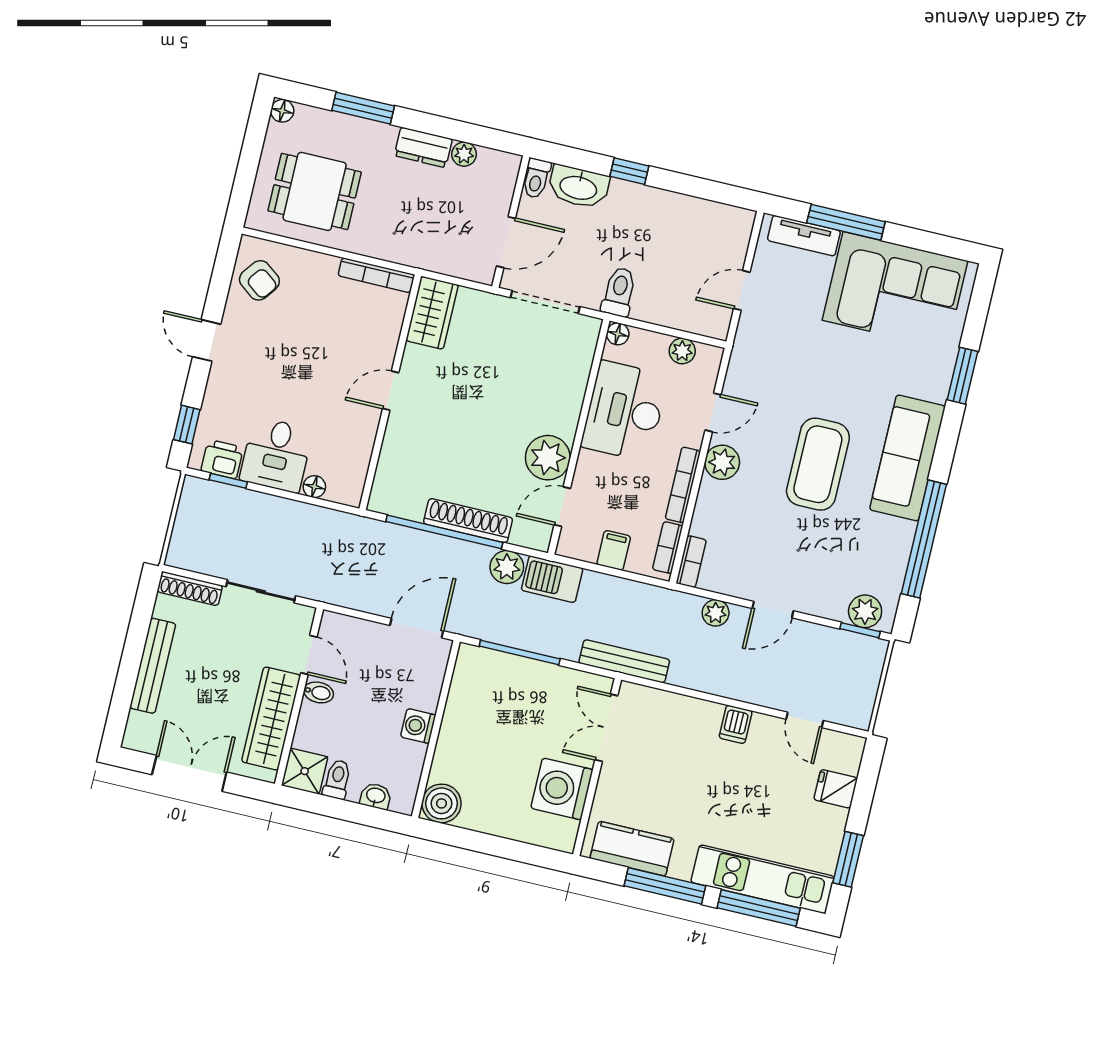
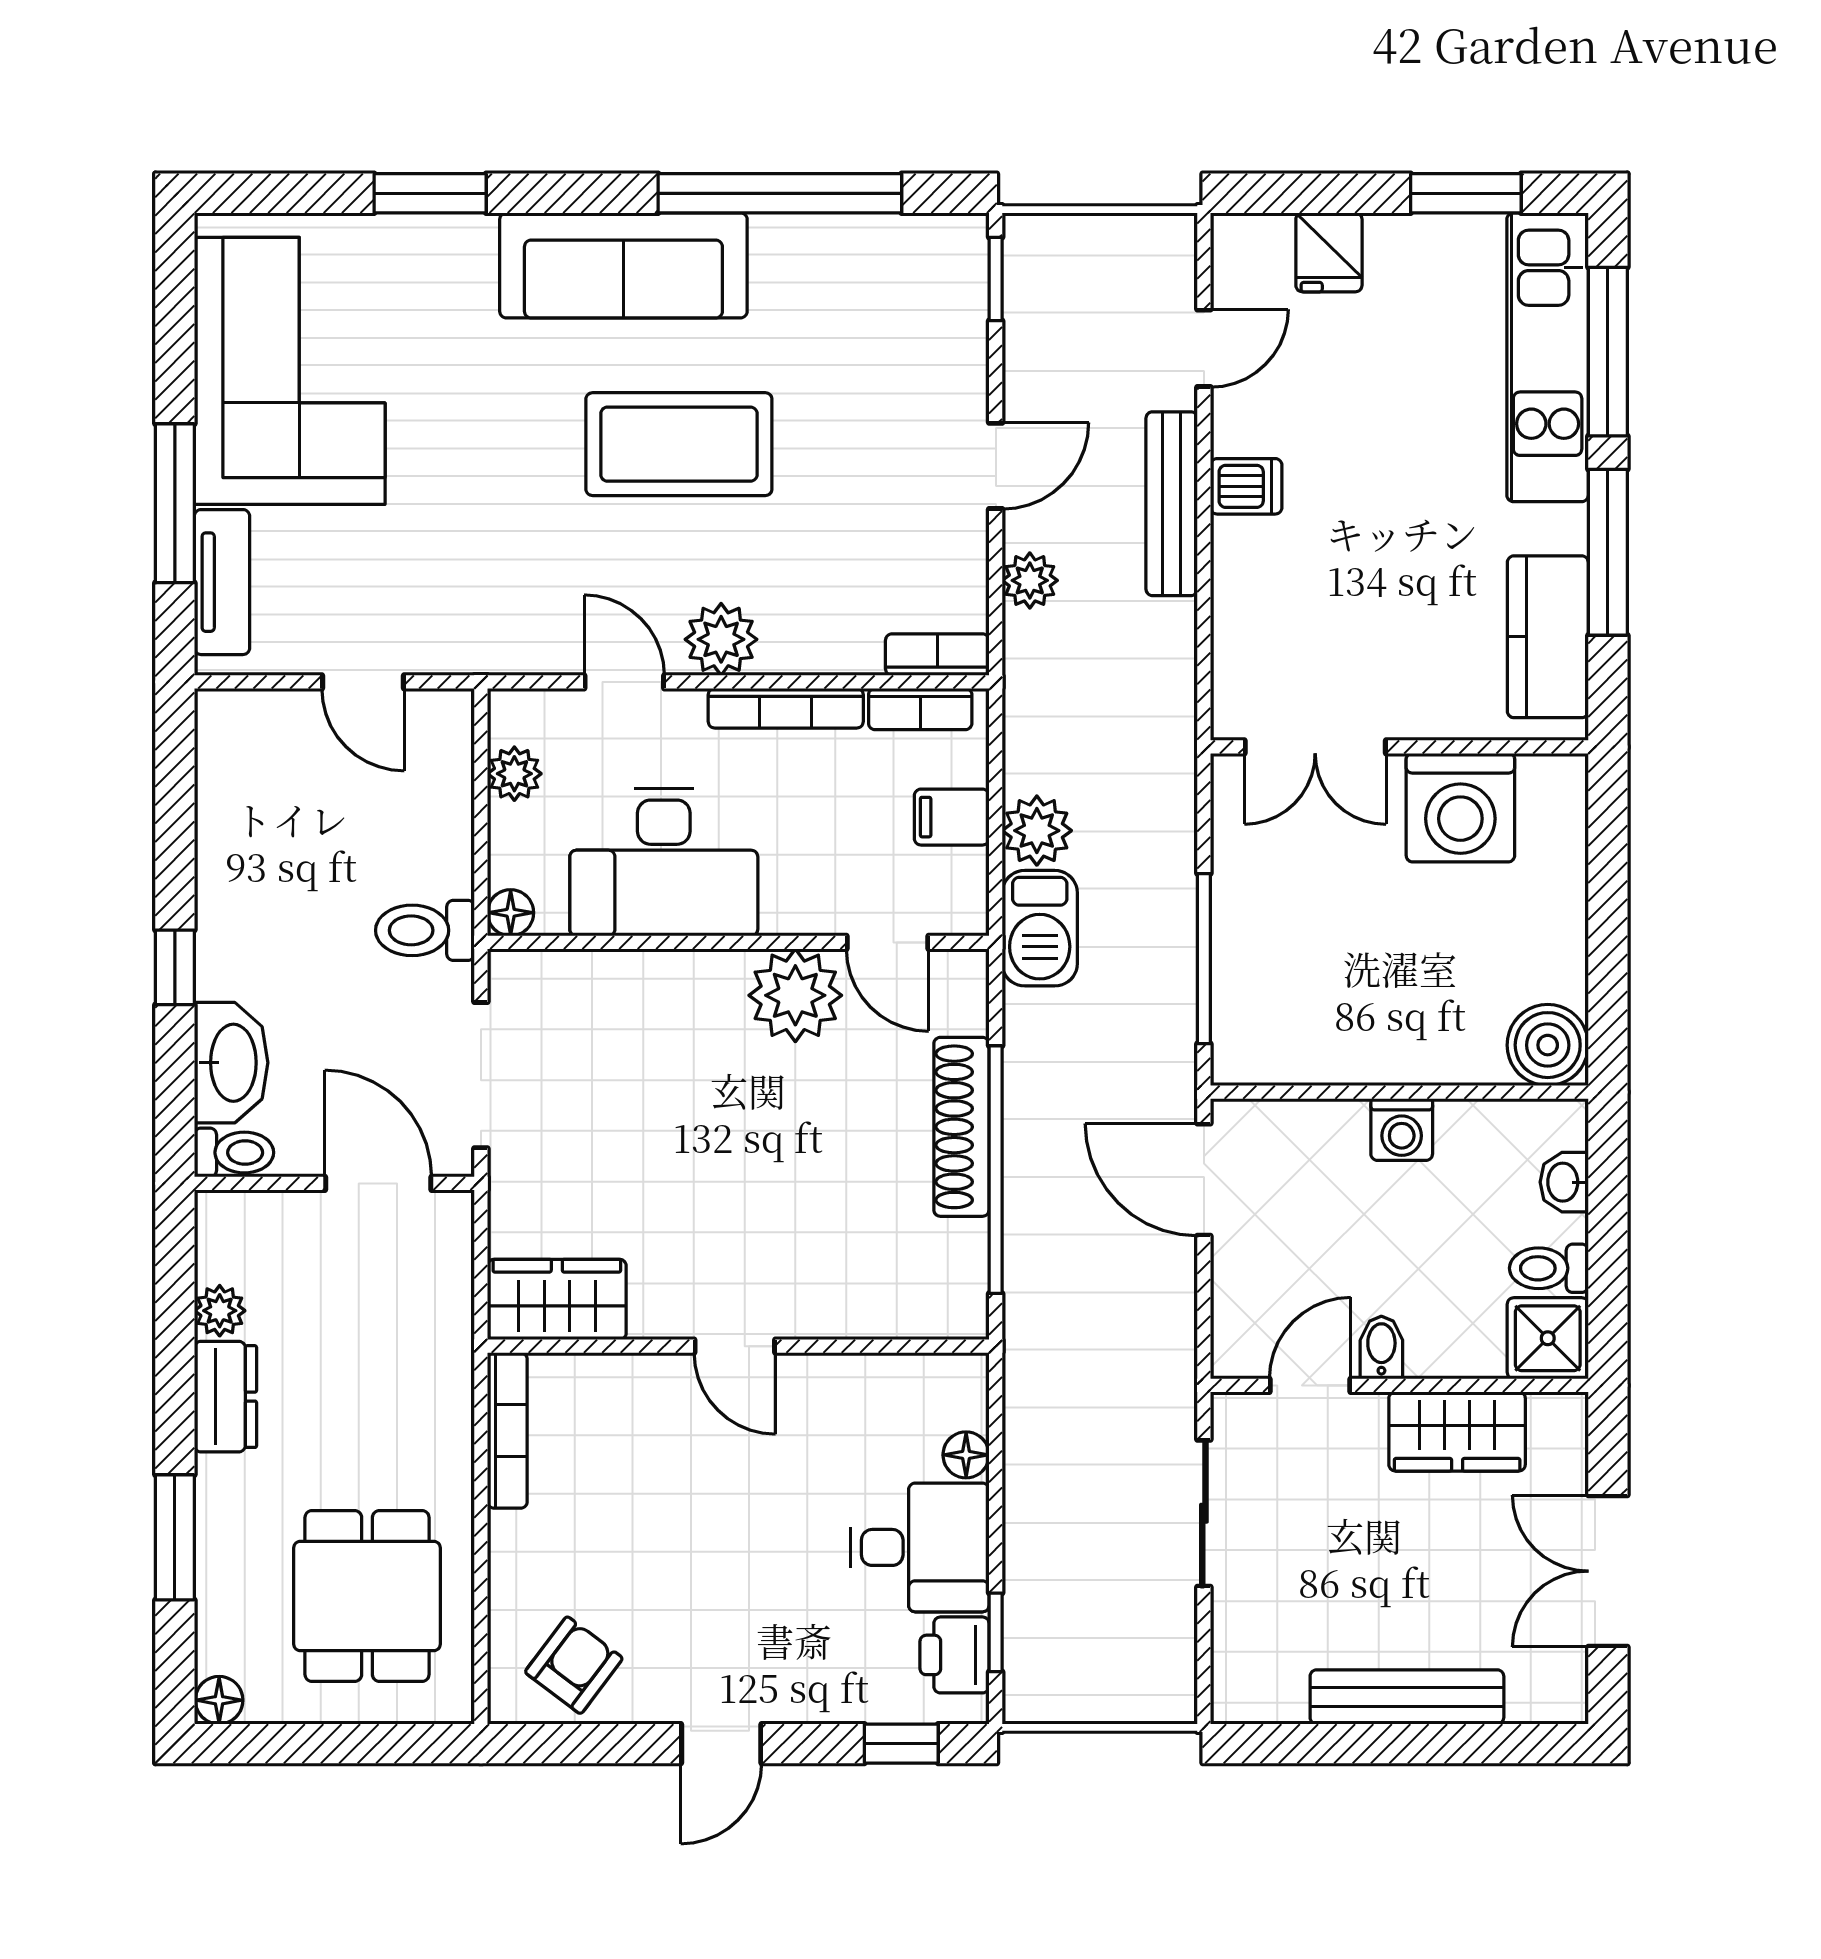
plant: (507, 567) -> (1037, 831), moved
shoe rack: (190, 589) -> (1233, 1659), removed
door: (773, 610) -> (996, 466), hinge flipped
plant: (865, 611) -> (955, 278), removed
bench: (624, 661) -> (1172, 504), moved
wardrobe: (271, 718) -> (1457, 1431), width x0.67

